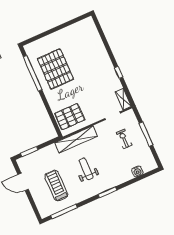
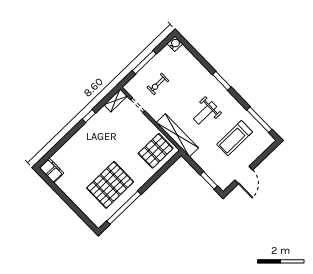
filing cabinet: (85, 25) -> (51, 170), added
pallet: (70, 117) -> (156, 151), turned 90
water cooler: (137, 171) -> (175, 44), moved

